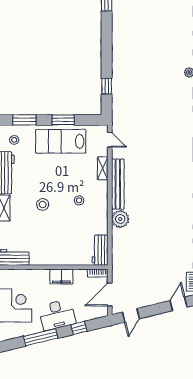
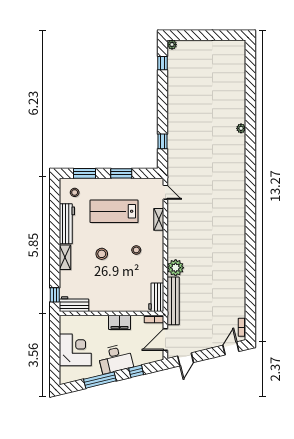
lab bench: (61, 141) -> (114, 211), moved
bench: (118, 184) -> (173, 301), moved

